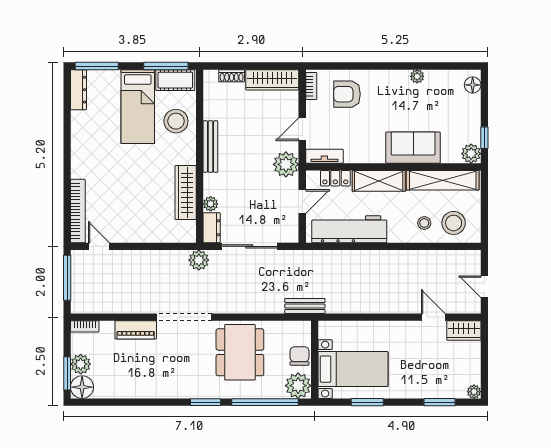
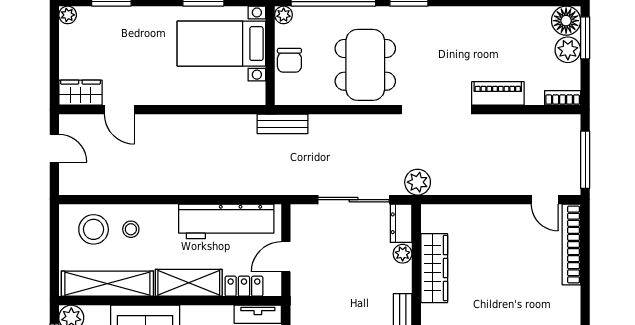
plant: (286, 164) -> (307, 304), removed
plant: (298, 386) -> (284, 15), width x0.53, depth x0.53

